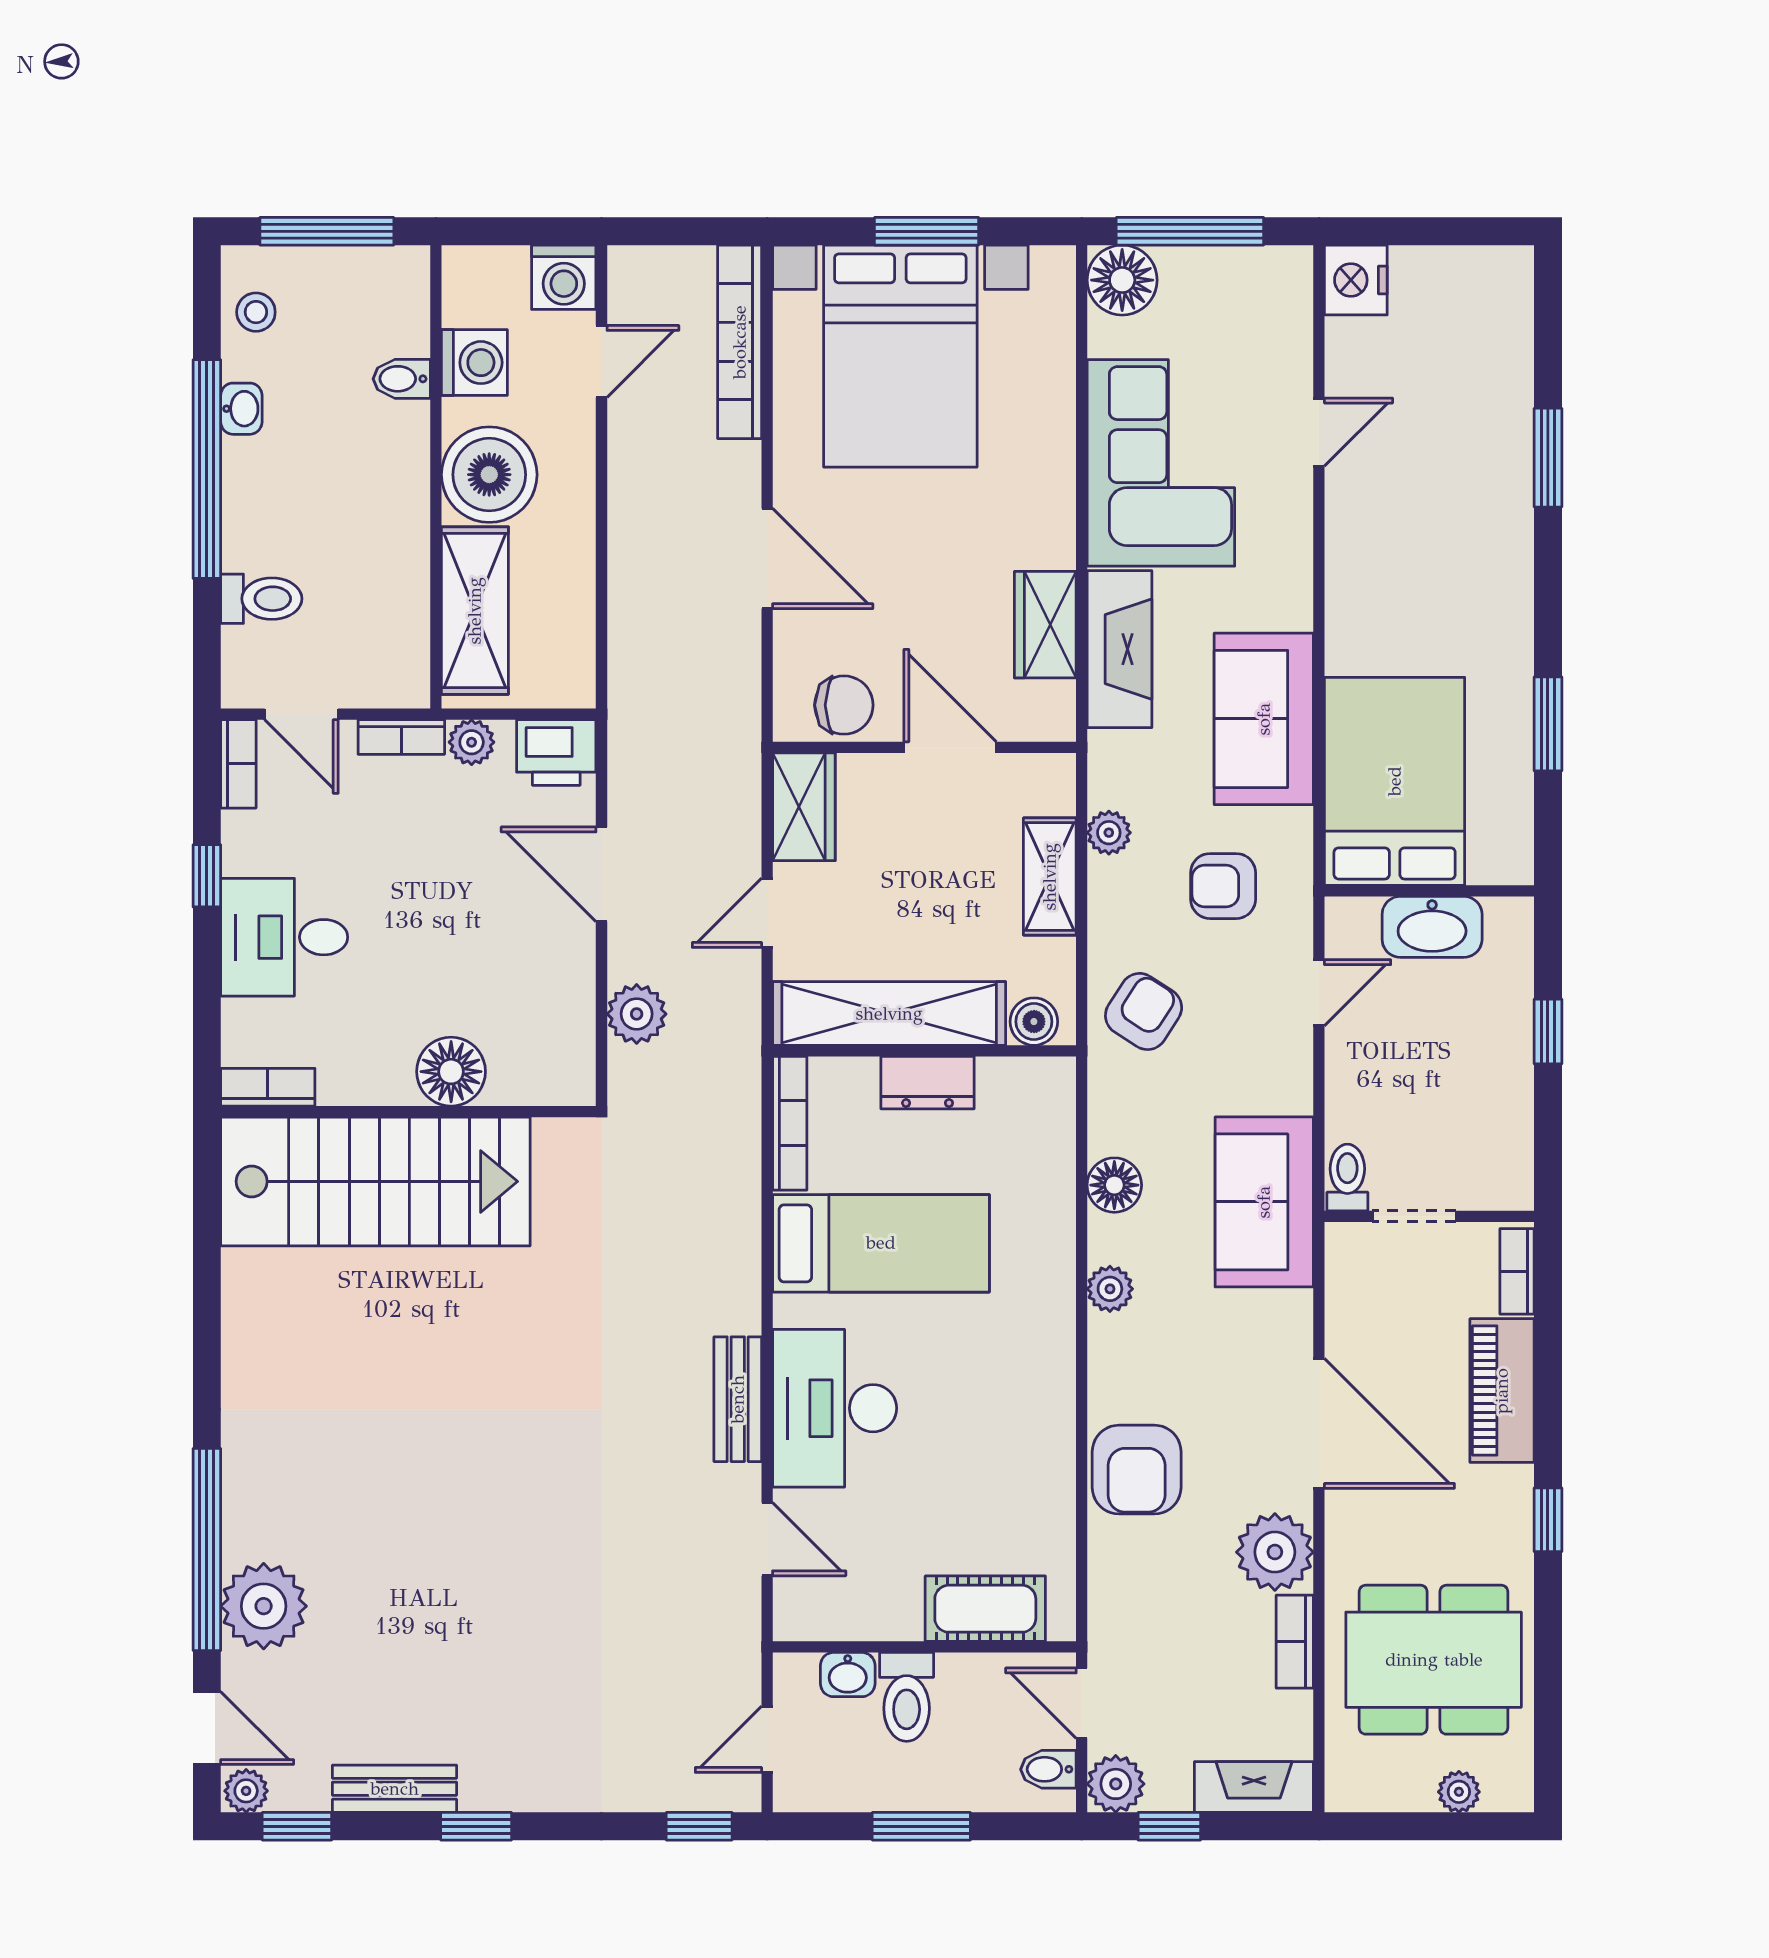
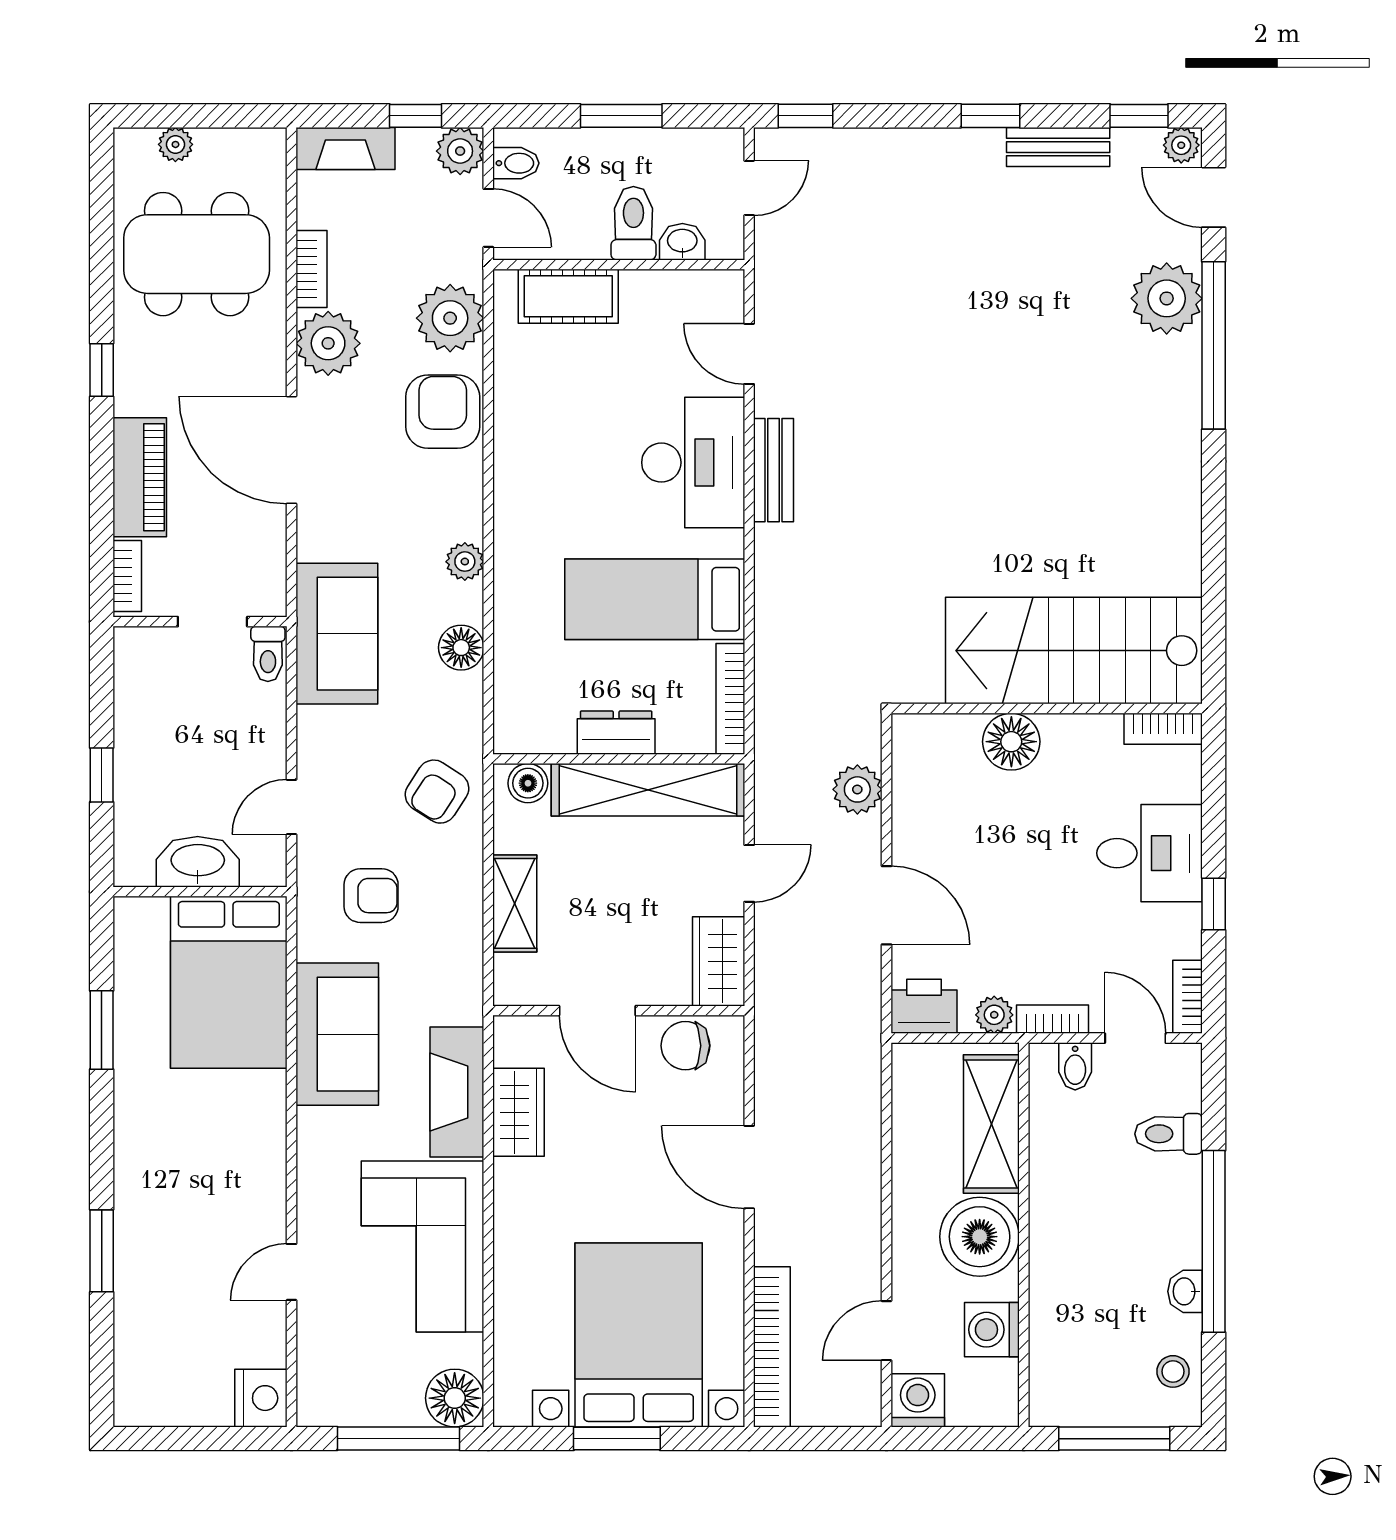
bidet: (402, 379) -> (1075, 1066), moved, turned 90
plant: (1109, 833) -> (450, 318), moved, width x1.88, depth x1.88

